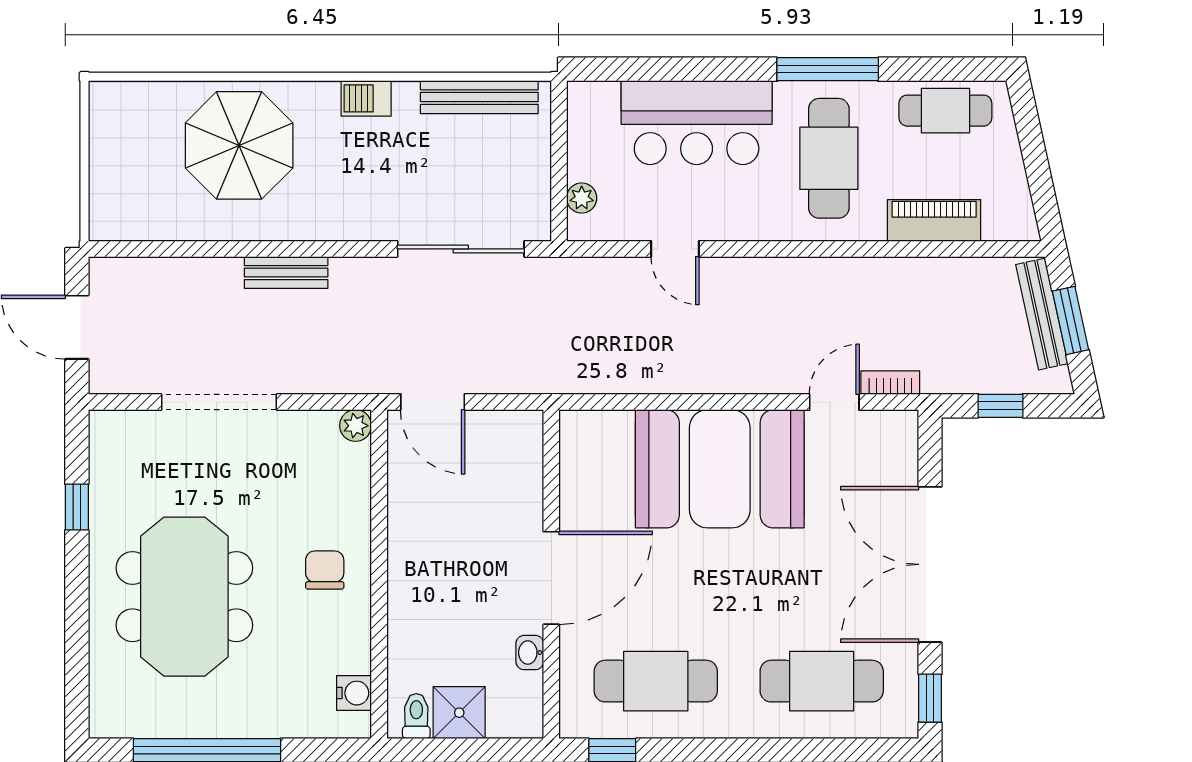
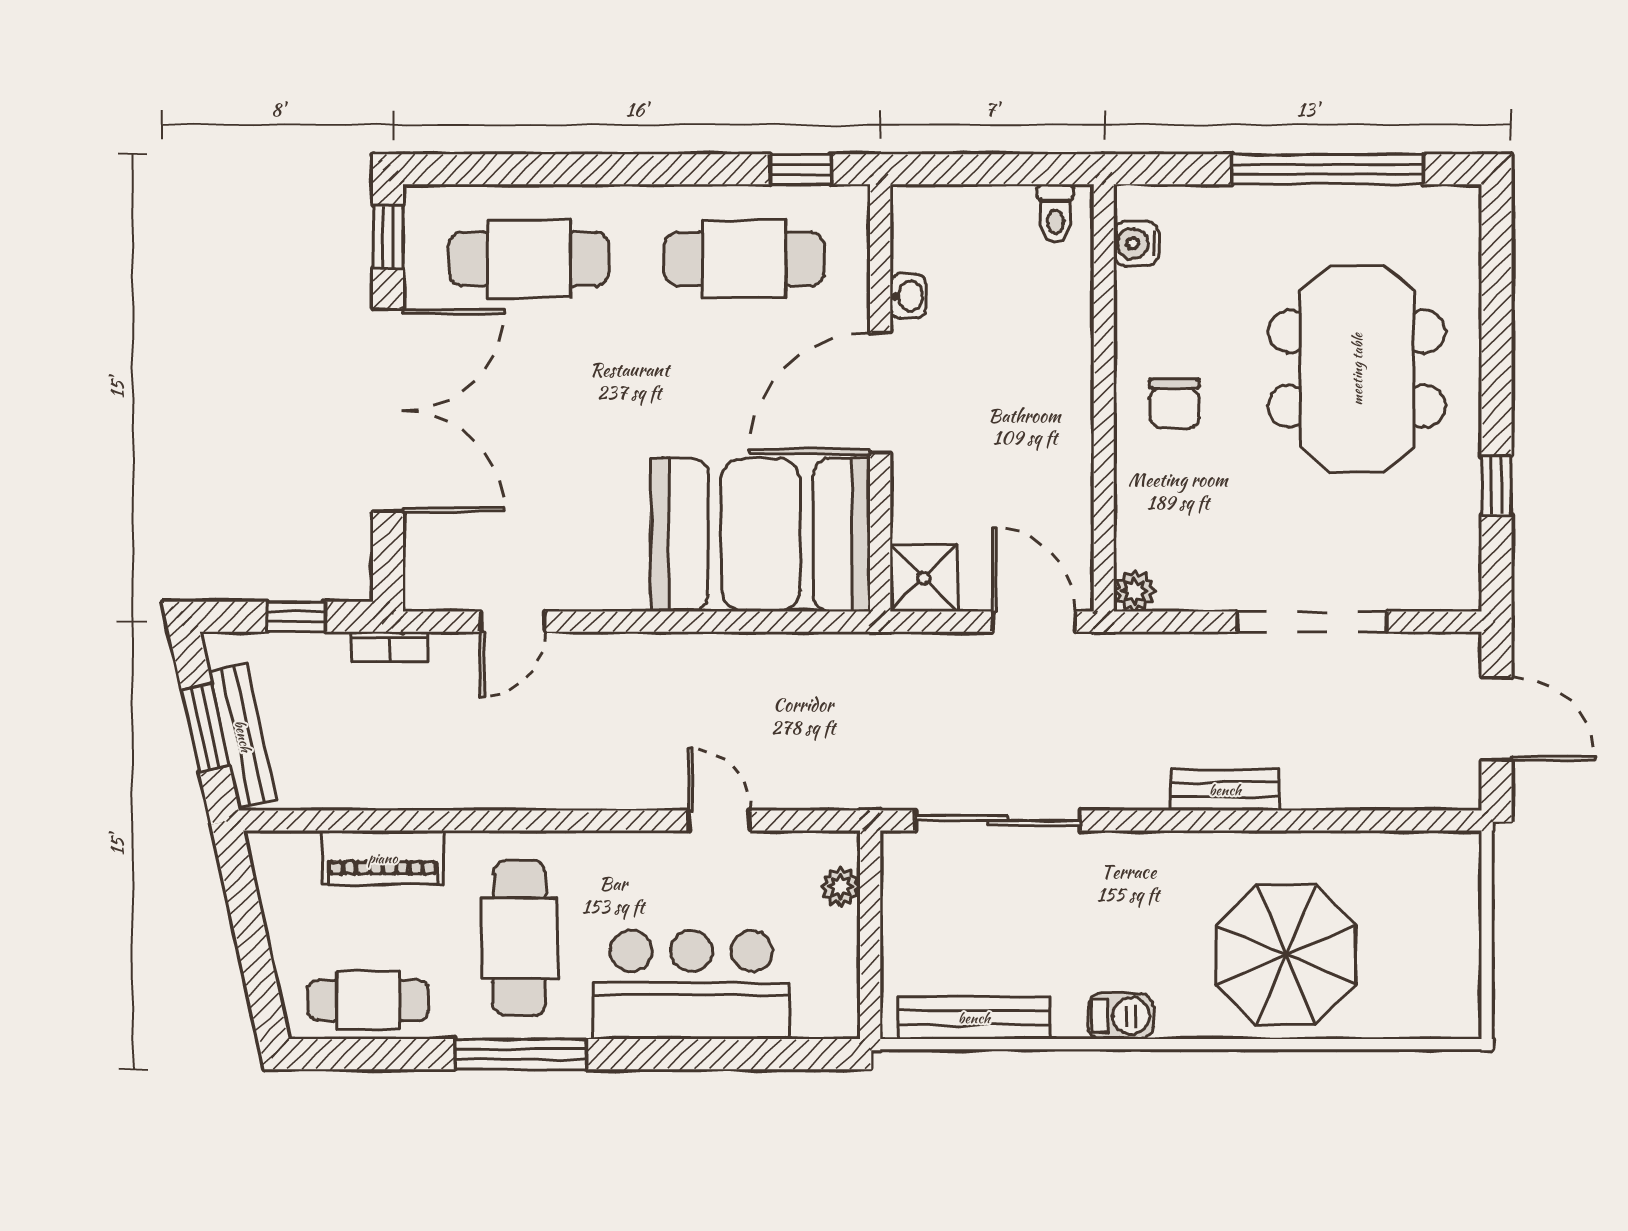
bookcase: (890, 383) -> (390, 647), moved
booth: (720, 469) -> (761, 535), moved
shower: (459, 713) -> (924, 578), moved

